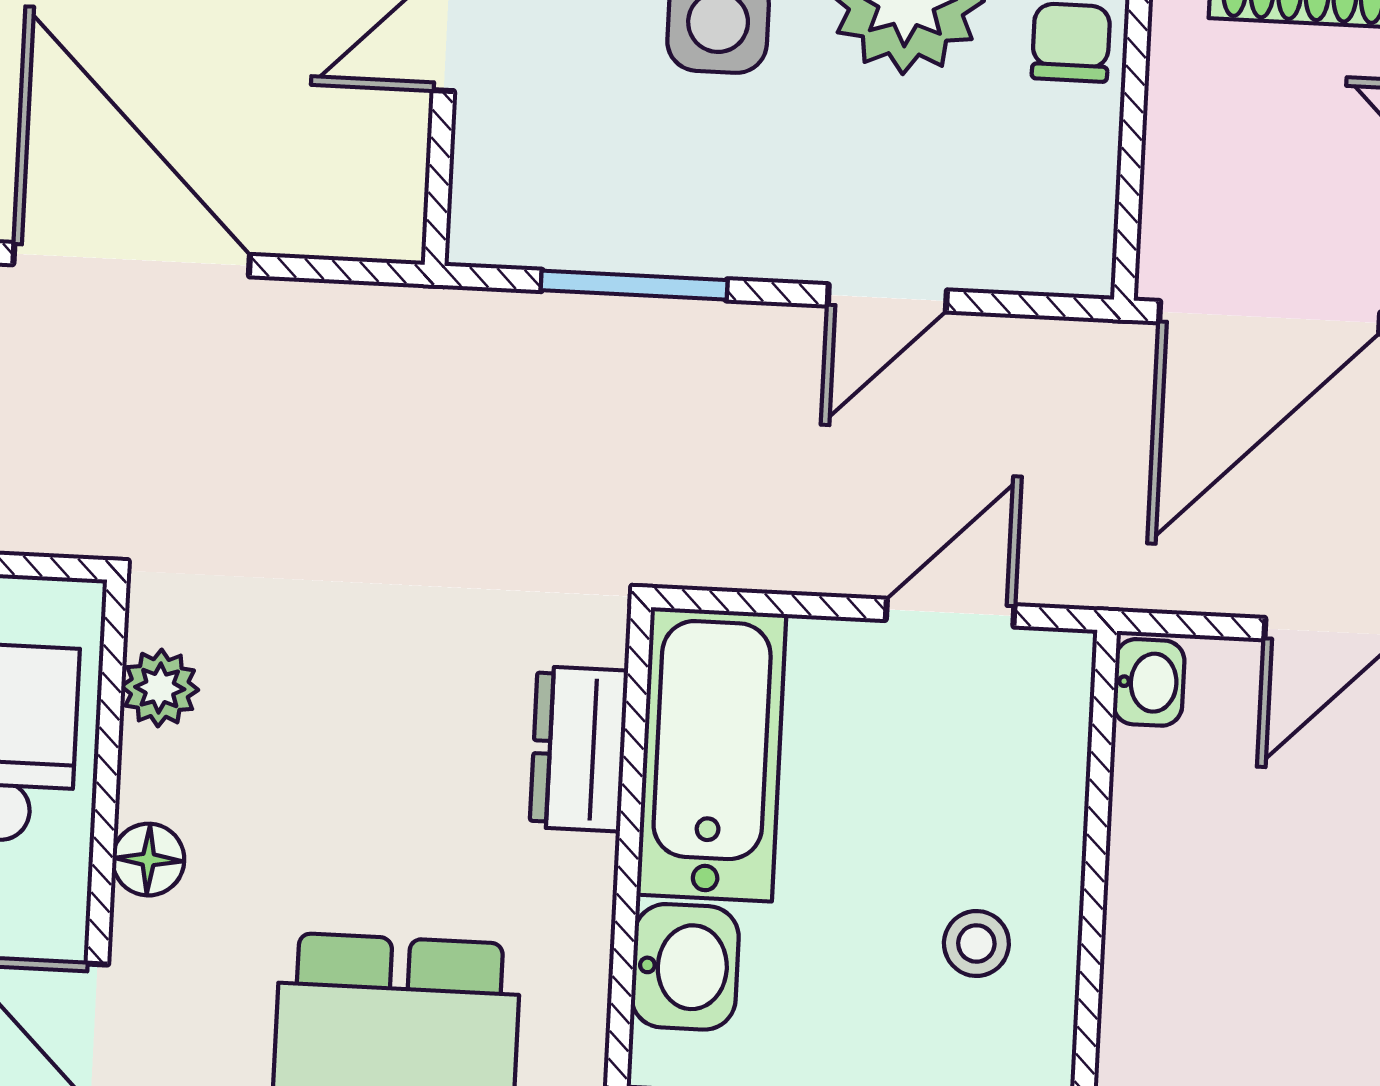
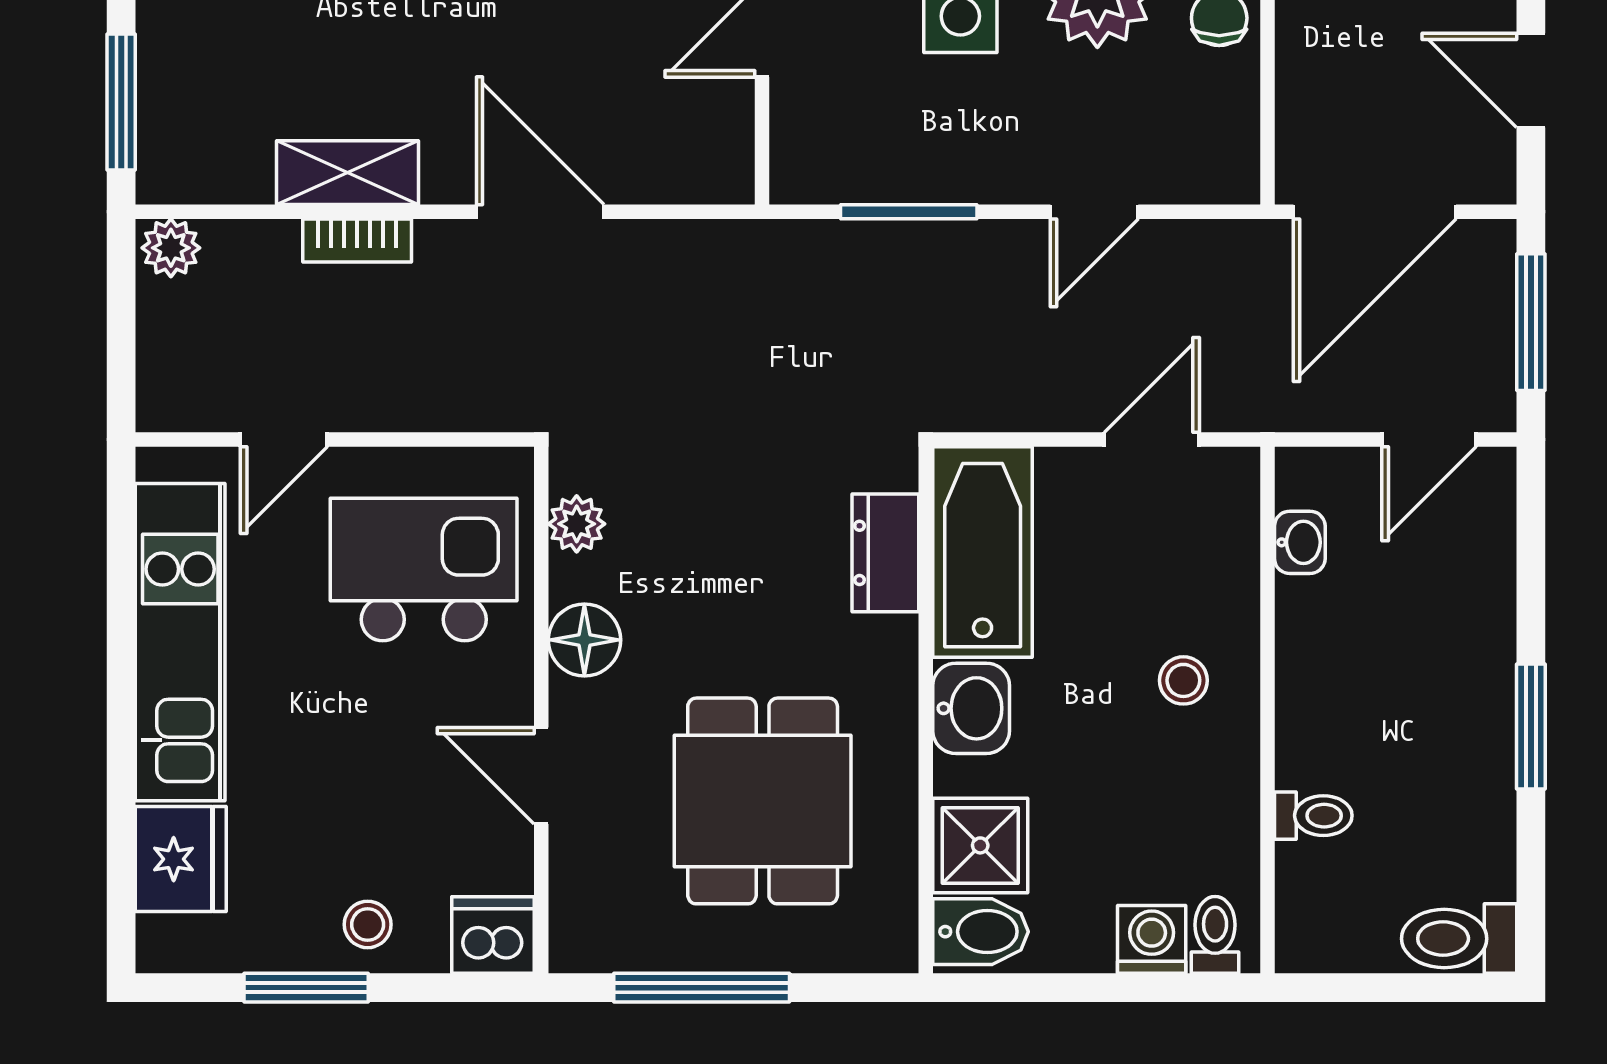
door: (132, 260) -> (540, 212), width x0.73
washbasin: (1149, 682) -> (1300, 542), moved
floor lamp: (148, 860) -> (584, 640), width x1.37, depth x1.37

